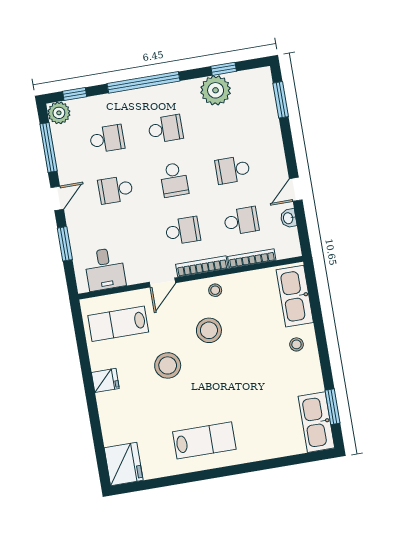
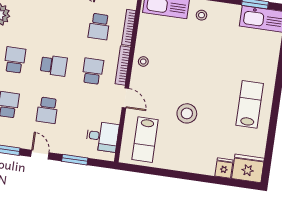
school desk: (233, 170) -> (60, 21), removed
school desk: (241, 221) -> (99, 26), turned 180
stool: (209, 330) -> (171, 75), removed
fridge: (105, 380) -> (224, 168), moved

